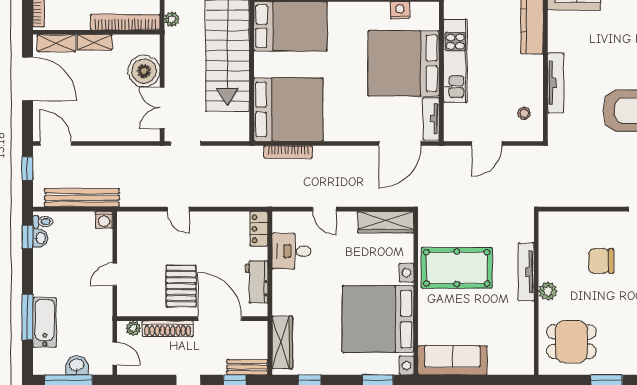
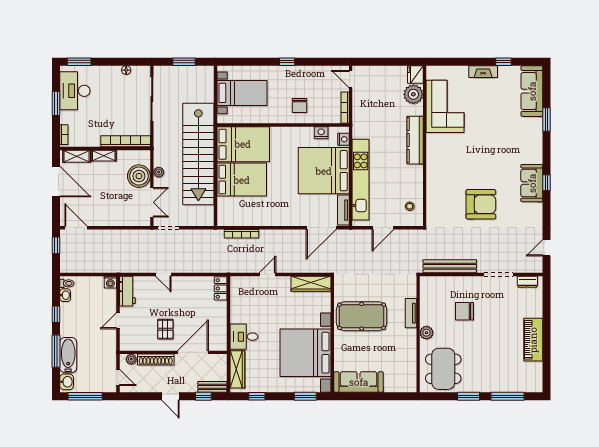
plant: (172, 19) -> (159, 172), moved
nightstand: (431, 19) -> (343, 139), added
kitchen unit: (455, 61) -> (361, 180), width x1.36
tv unit: (556, 83) -> (432, 184), removed
double door: (162, 108) -> (152, 202), swing flipped
bed: (288, 110) -> (242, 180), moved, width x0.73
bench: (82, 198) -> (450, 266), moved
door: (324, 209) -> (267, 274), swing flipped
window: (28, 237) -> (56, 314), moved
desk: (291, 251) -> (244, 337), moved
tv unit: (526, 272) -> (411, 313), width x0.71
workbench: (257, 282) -> (127, 291), moved, turned 180
pallet: (181, 286) -> (165, 329), width x0.67, depth x0.71
door: (220, 319) -> (193, 352), hinge flipped
dining table: (571, 342) -> (443, 369), width x1.38
washbasin: (77, 365) -> (67, 382), moved, turned 90

